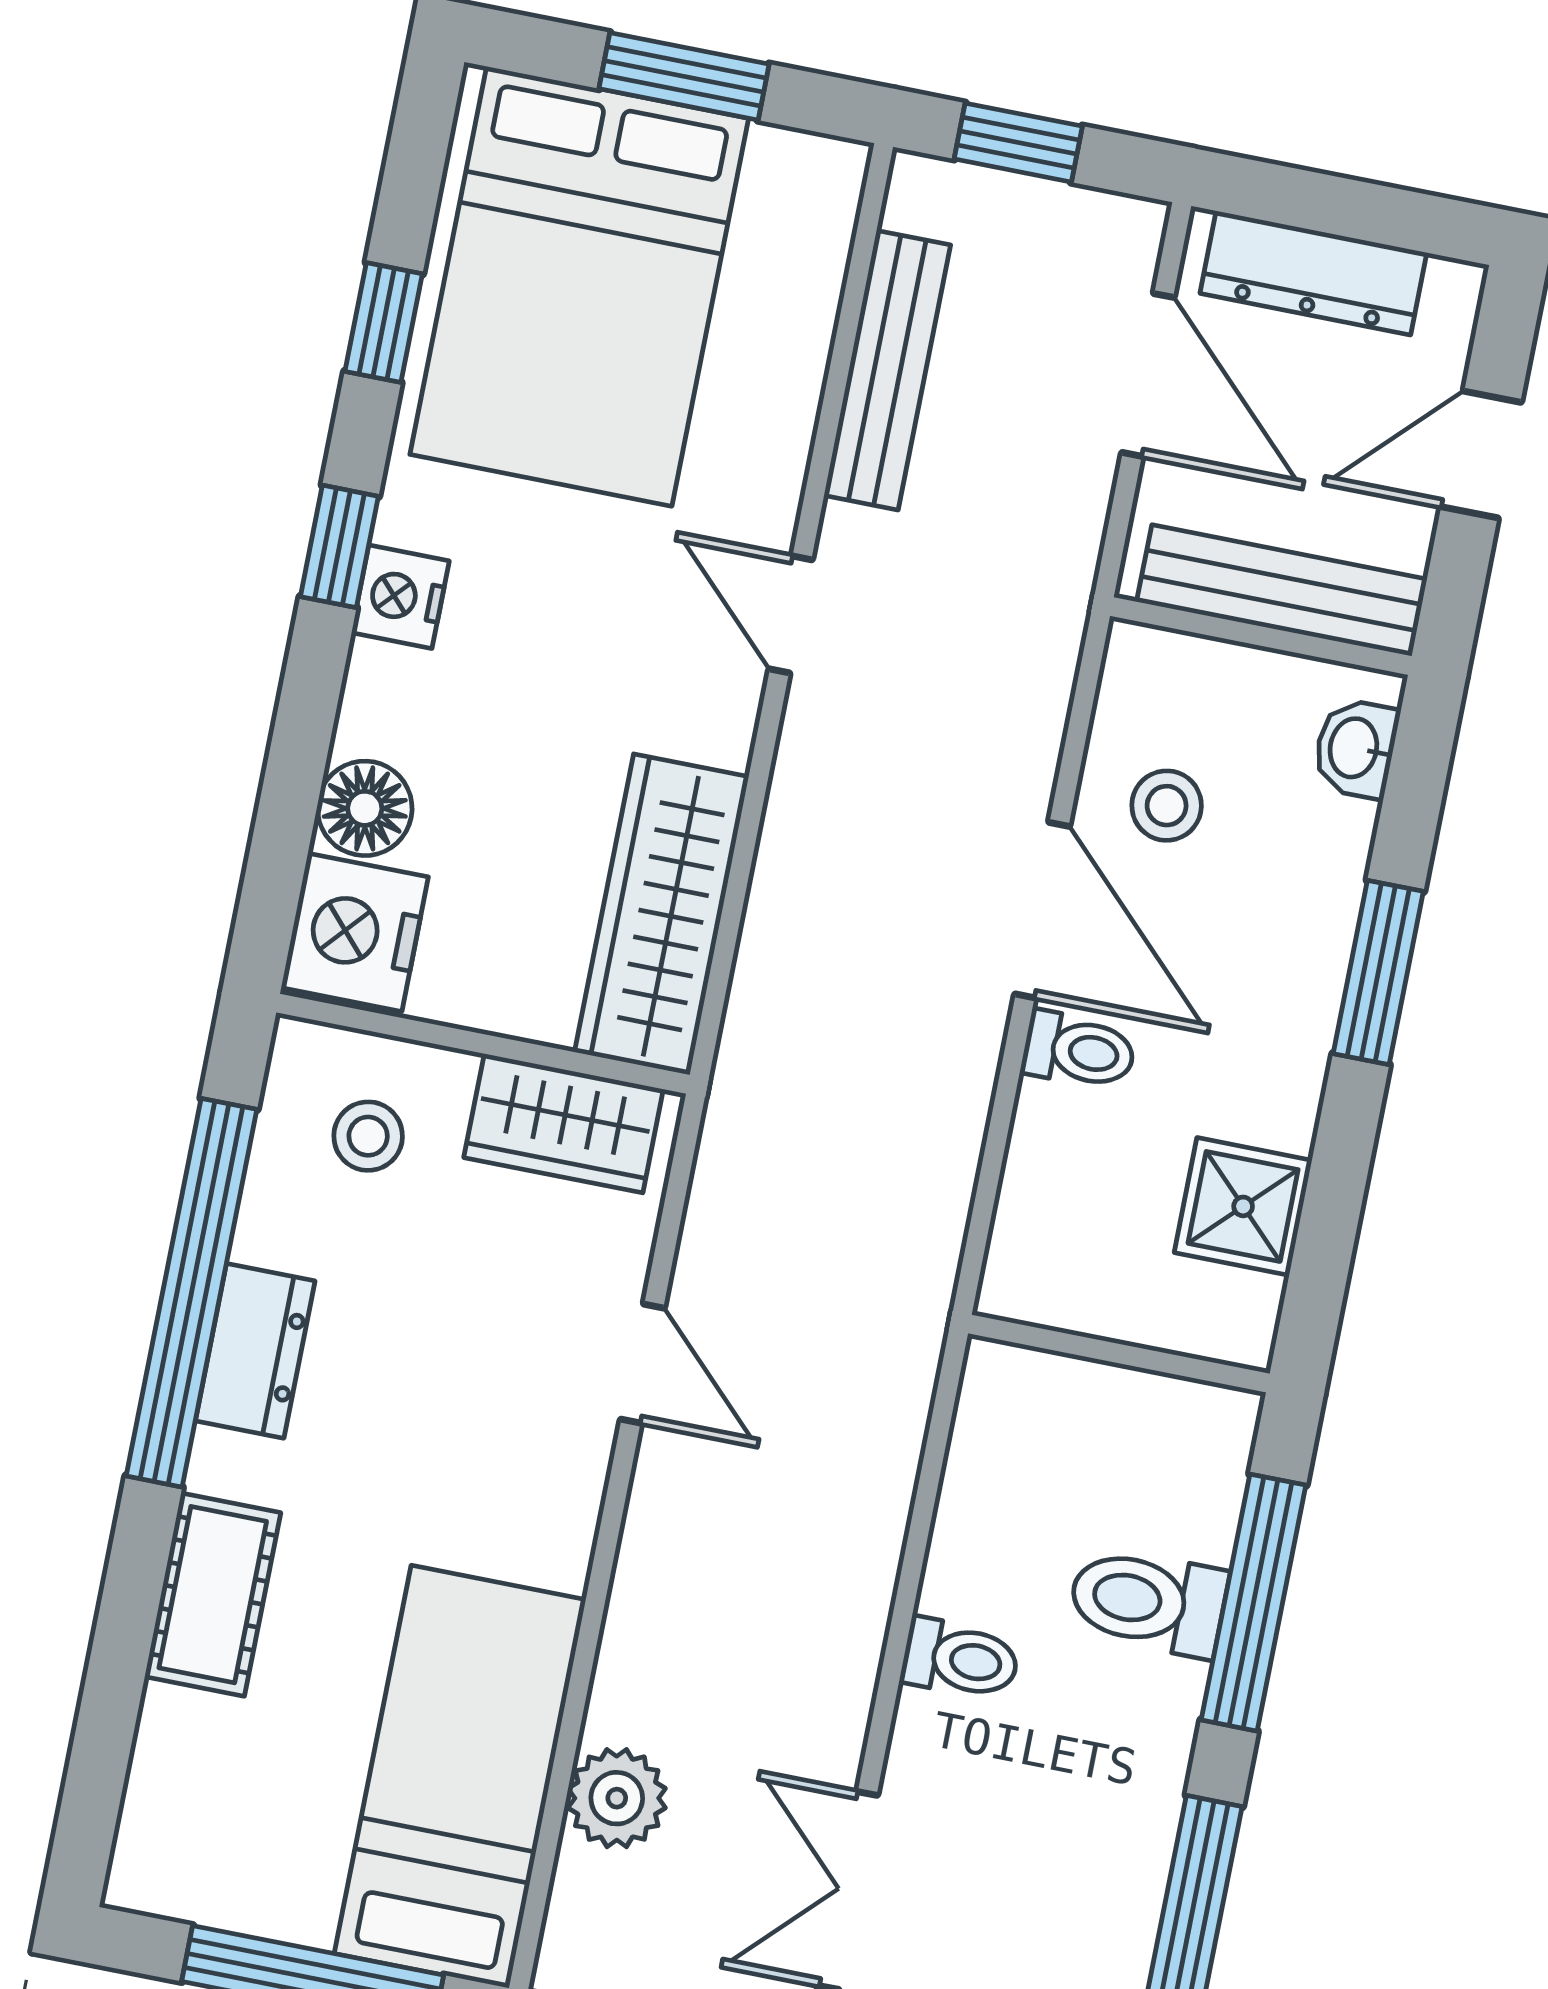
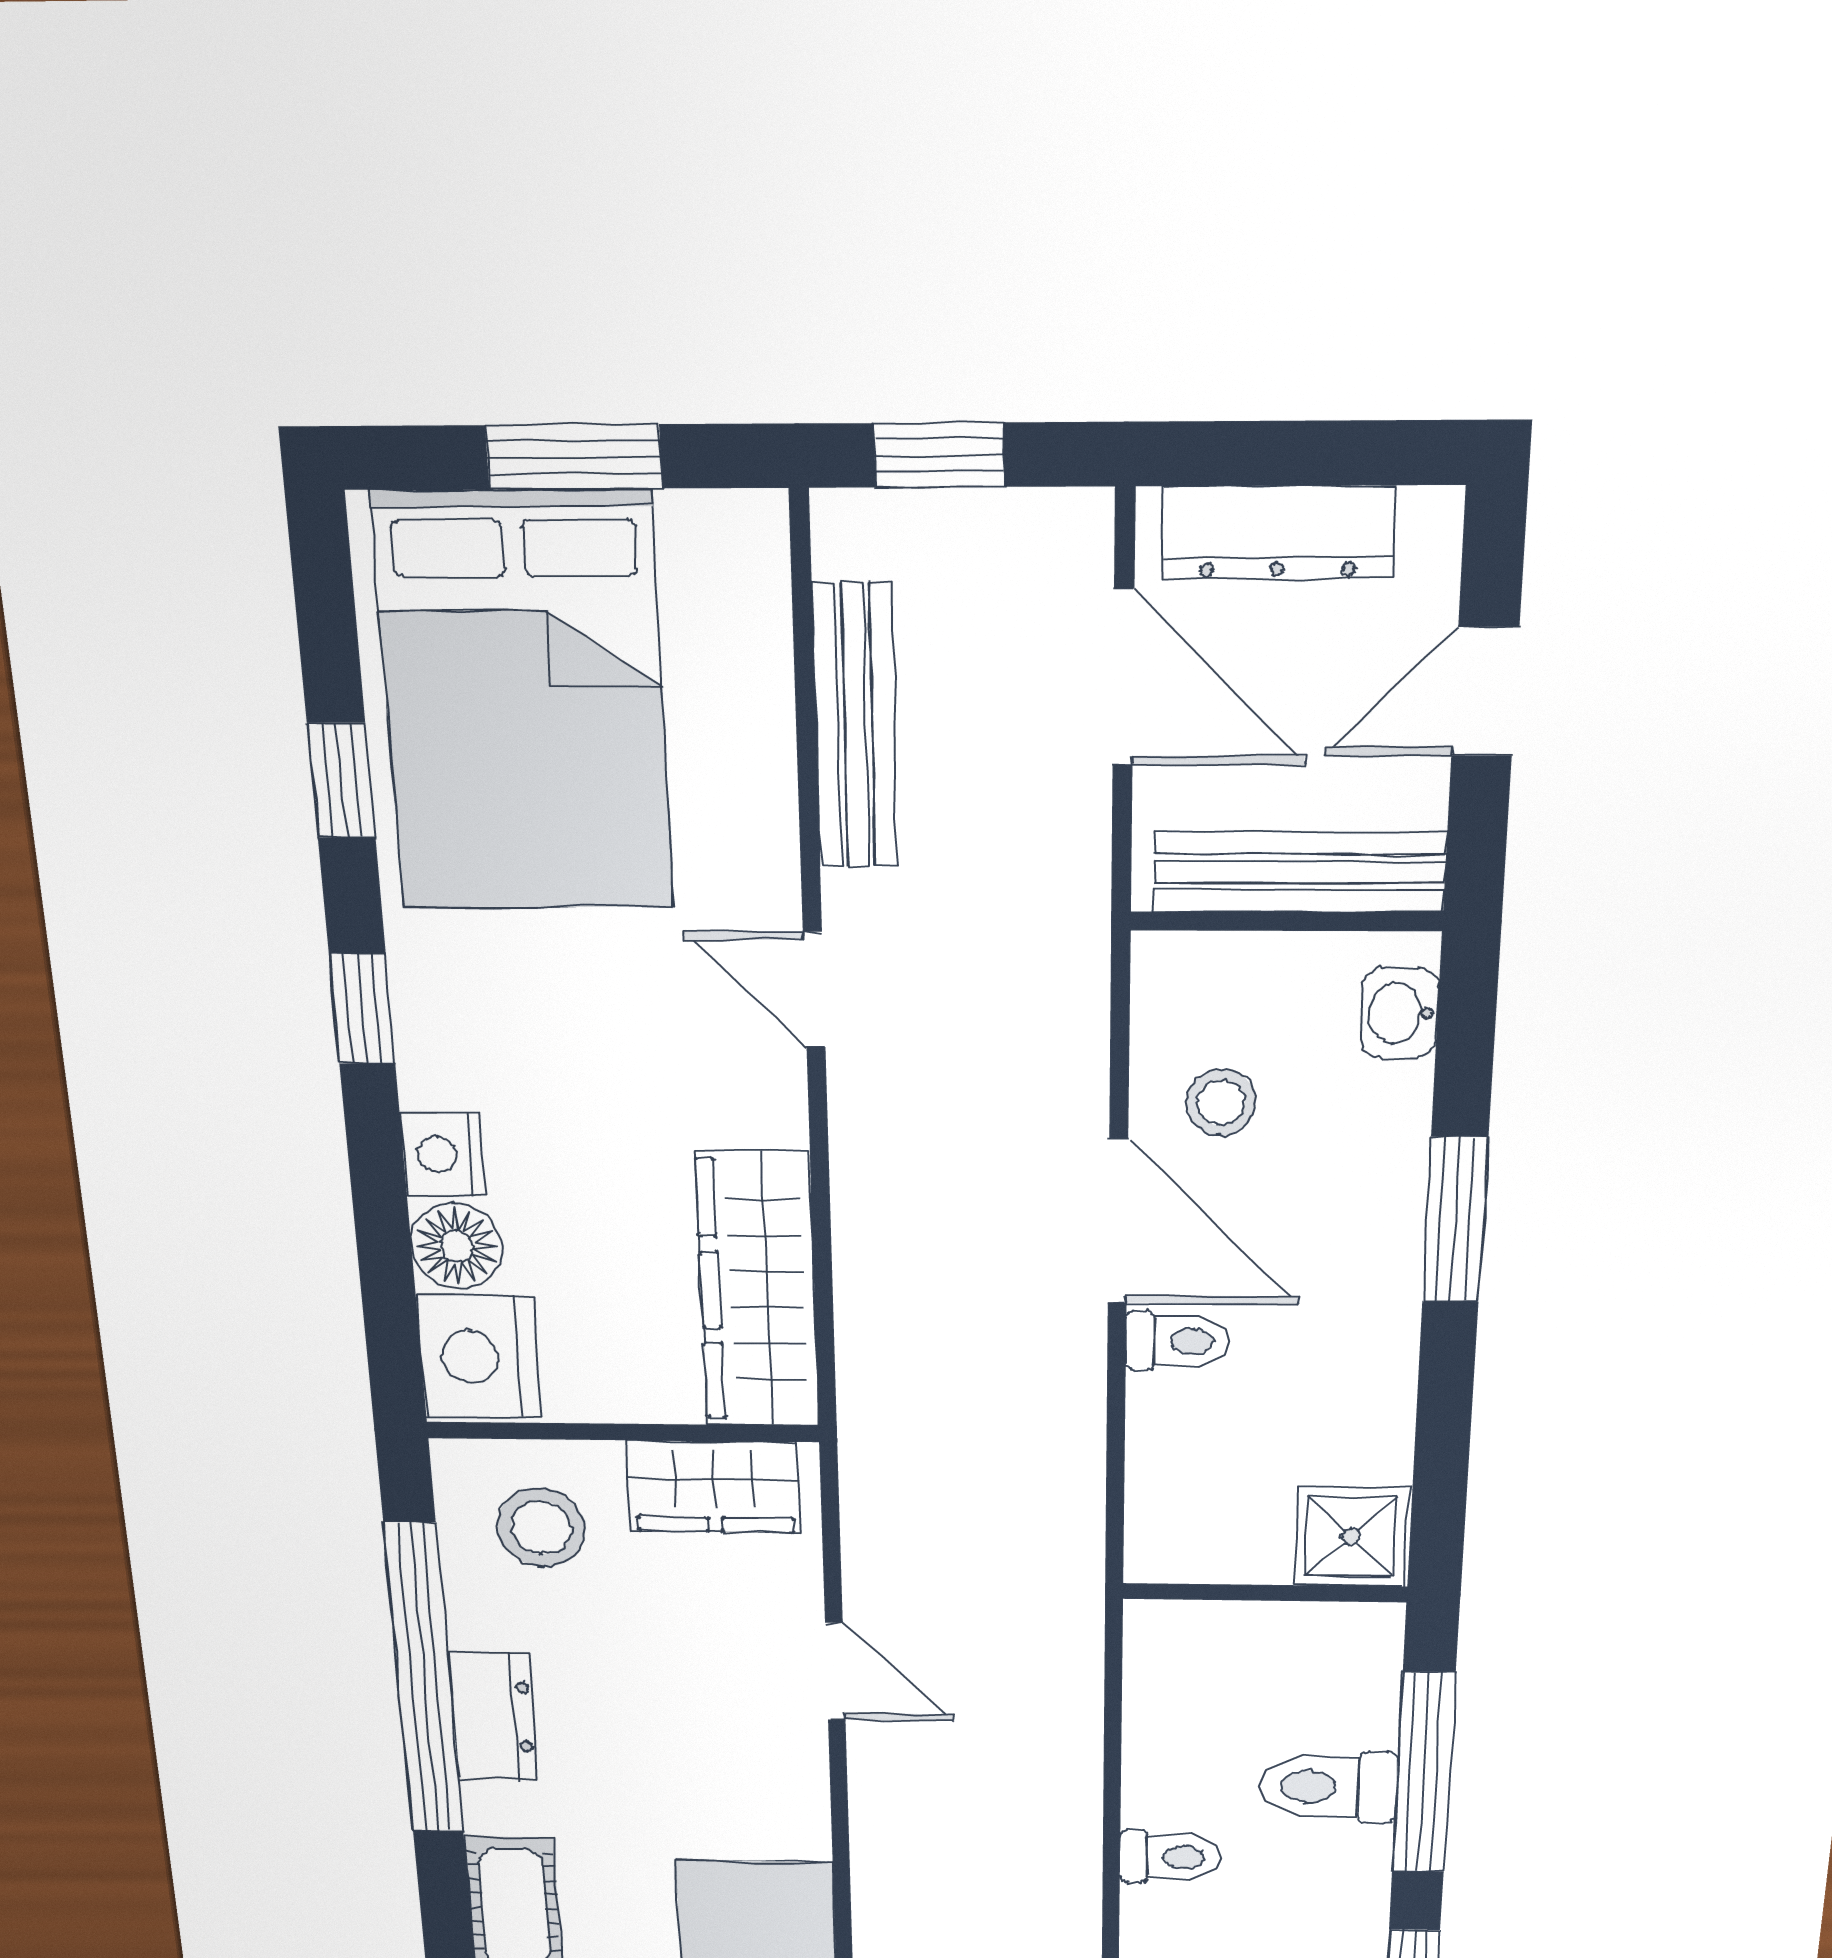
nightstand: (400, 597) -> (443, 1154), moved
stool: (368, 1136) -> (541, 1527), width x1.37, depth x1.37
shower: (1243, 1206) -> (1351, 1536), moved

